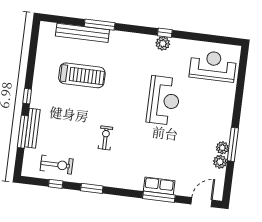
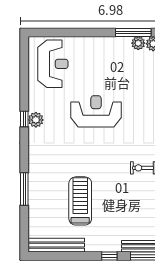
bench: (82, 33) -> (56, 245), moved, turned 90
reception desk: (213, 66) -> (53, 64), turned 180

